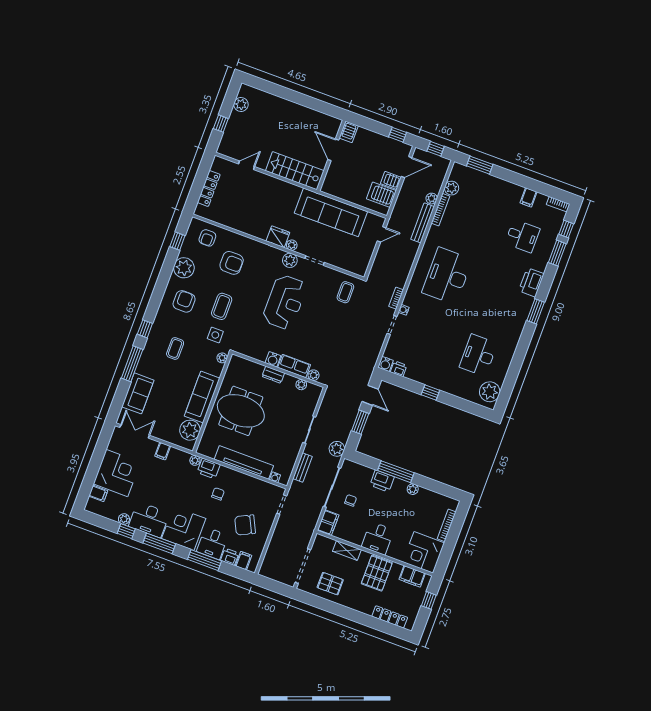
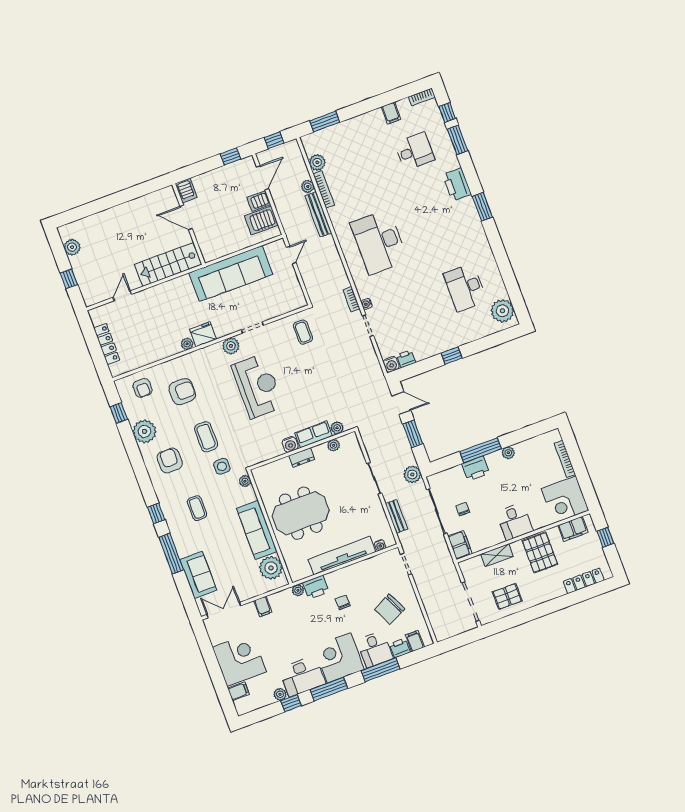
plant: (292, 245) -> (187, 344), moved

